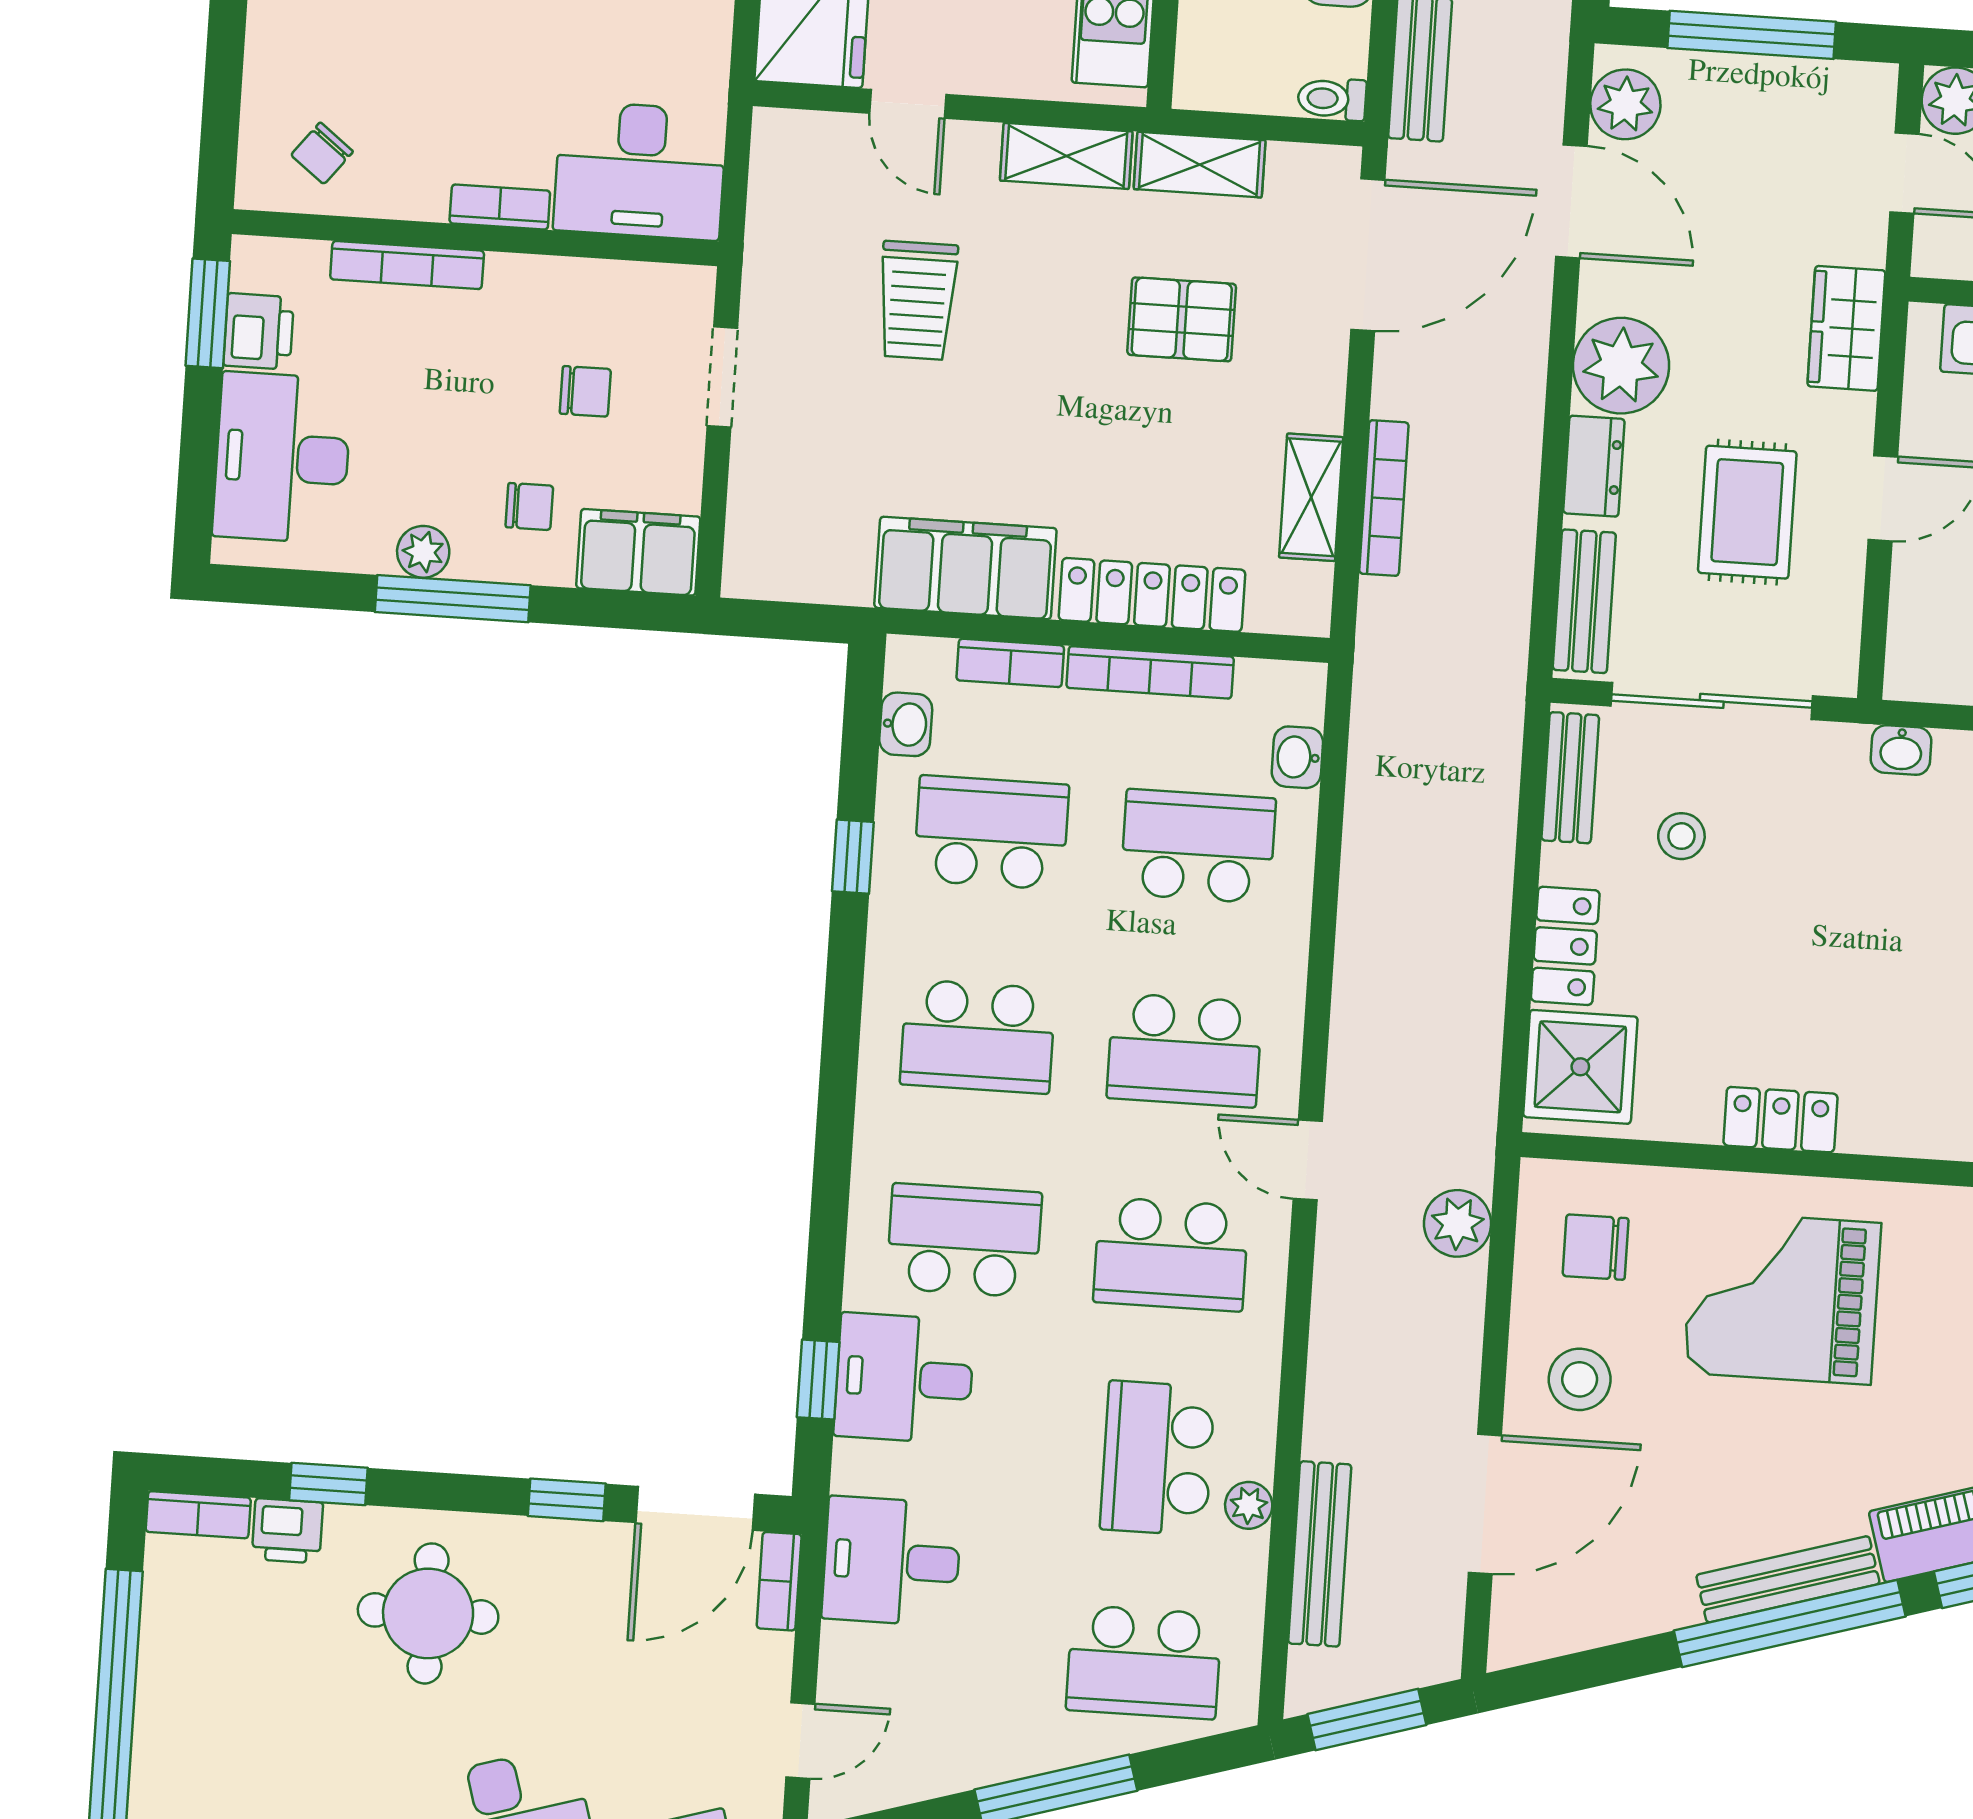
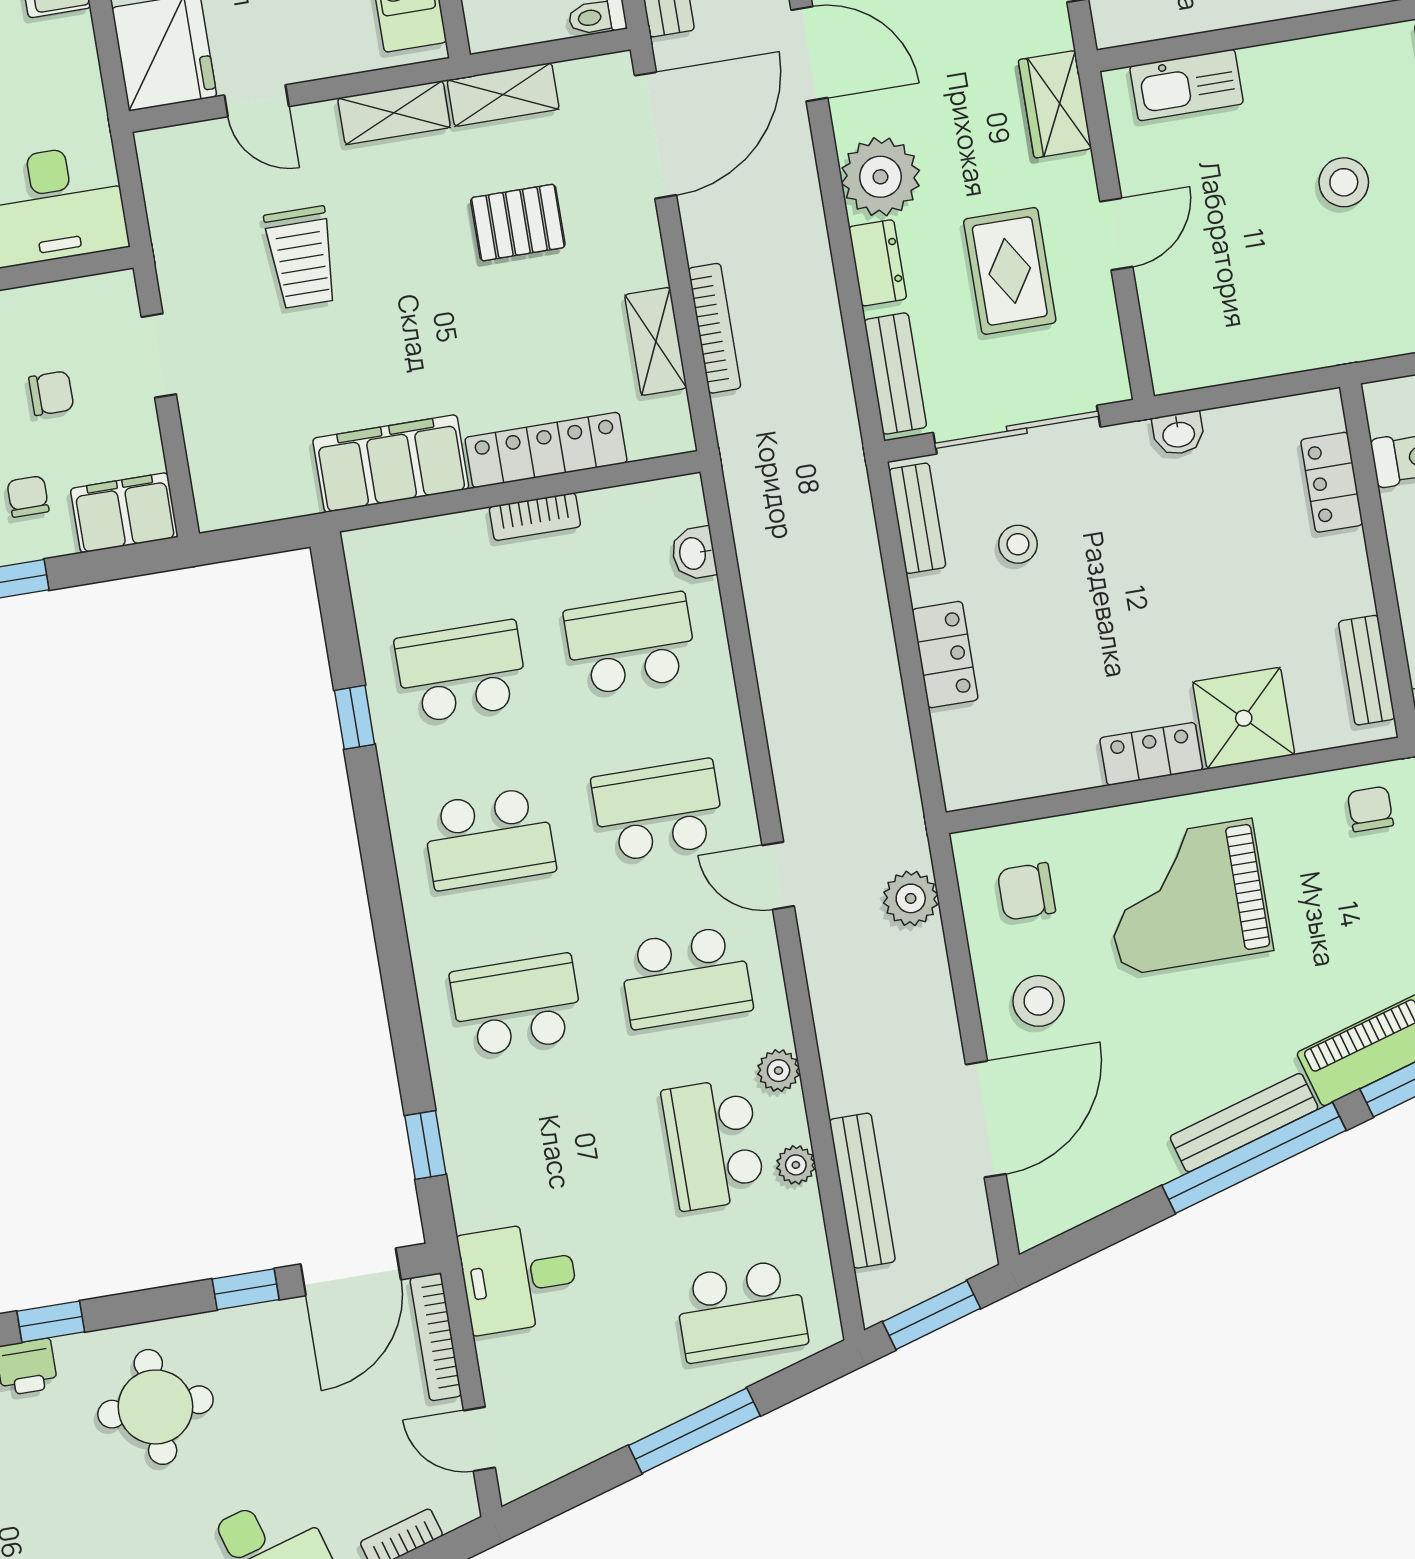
chair: (529, 506) -> (28, 496), turned -90
bookcase: (1010, 663) -> (445, 532), removed
bookcase: (1150, 672) -> (535, 517), width x0.64
washbasin: (906, 724) -> (372, 601), removed
school desk: (1184, 1050) -> (658, 811), turned 180
shower: (1580, 1067) -> (1244, 718), moved
desk: (904, 1378) -> (494, 1128), removed
plant: (1254, 1390) -> (779, 1071), added
bookcase: (779, 1581) -> (436, 1337), width x1.56
door: (800, 1741) -> (479, 1439), swing flipped

